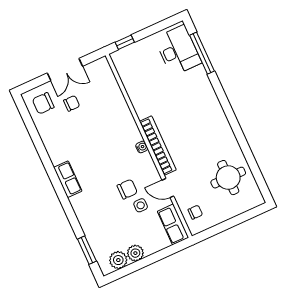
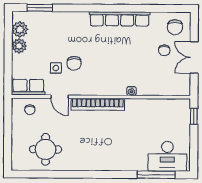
chair: (43, 103) -> (175, 27), turned 180
water cooler: (142, 147) -> (131, 91), moved
row of seats: (68, 179) -> (120, 19), width x2.02
door: (168, 188) -> (60, 97), swing flipped

